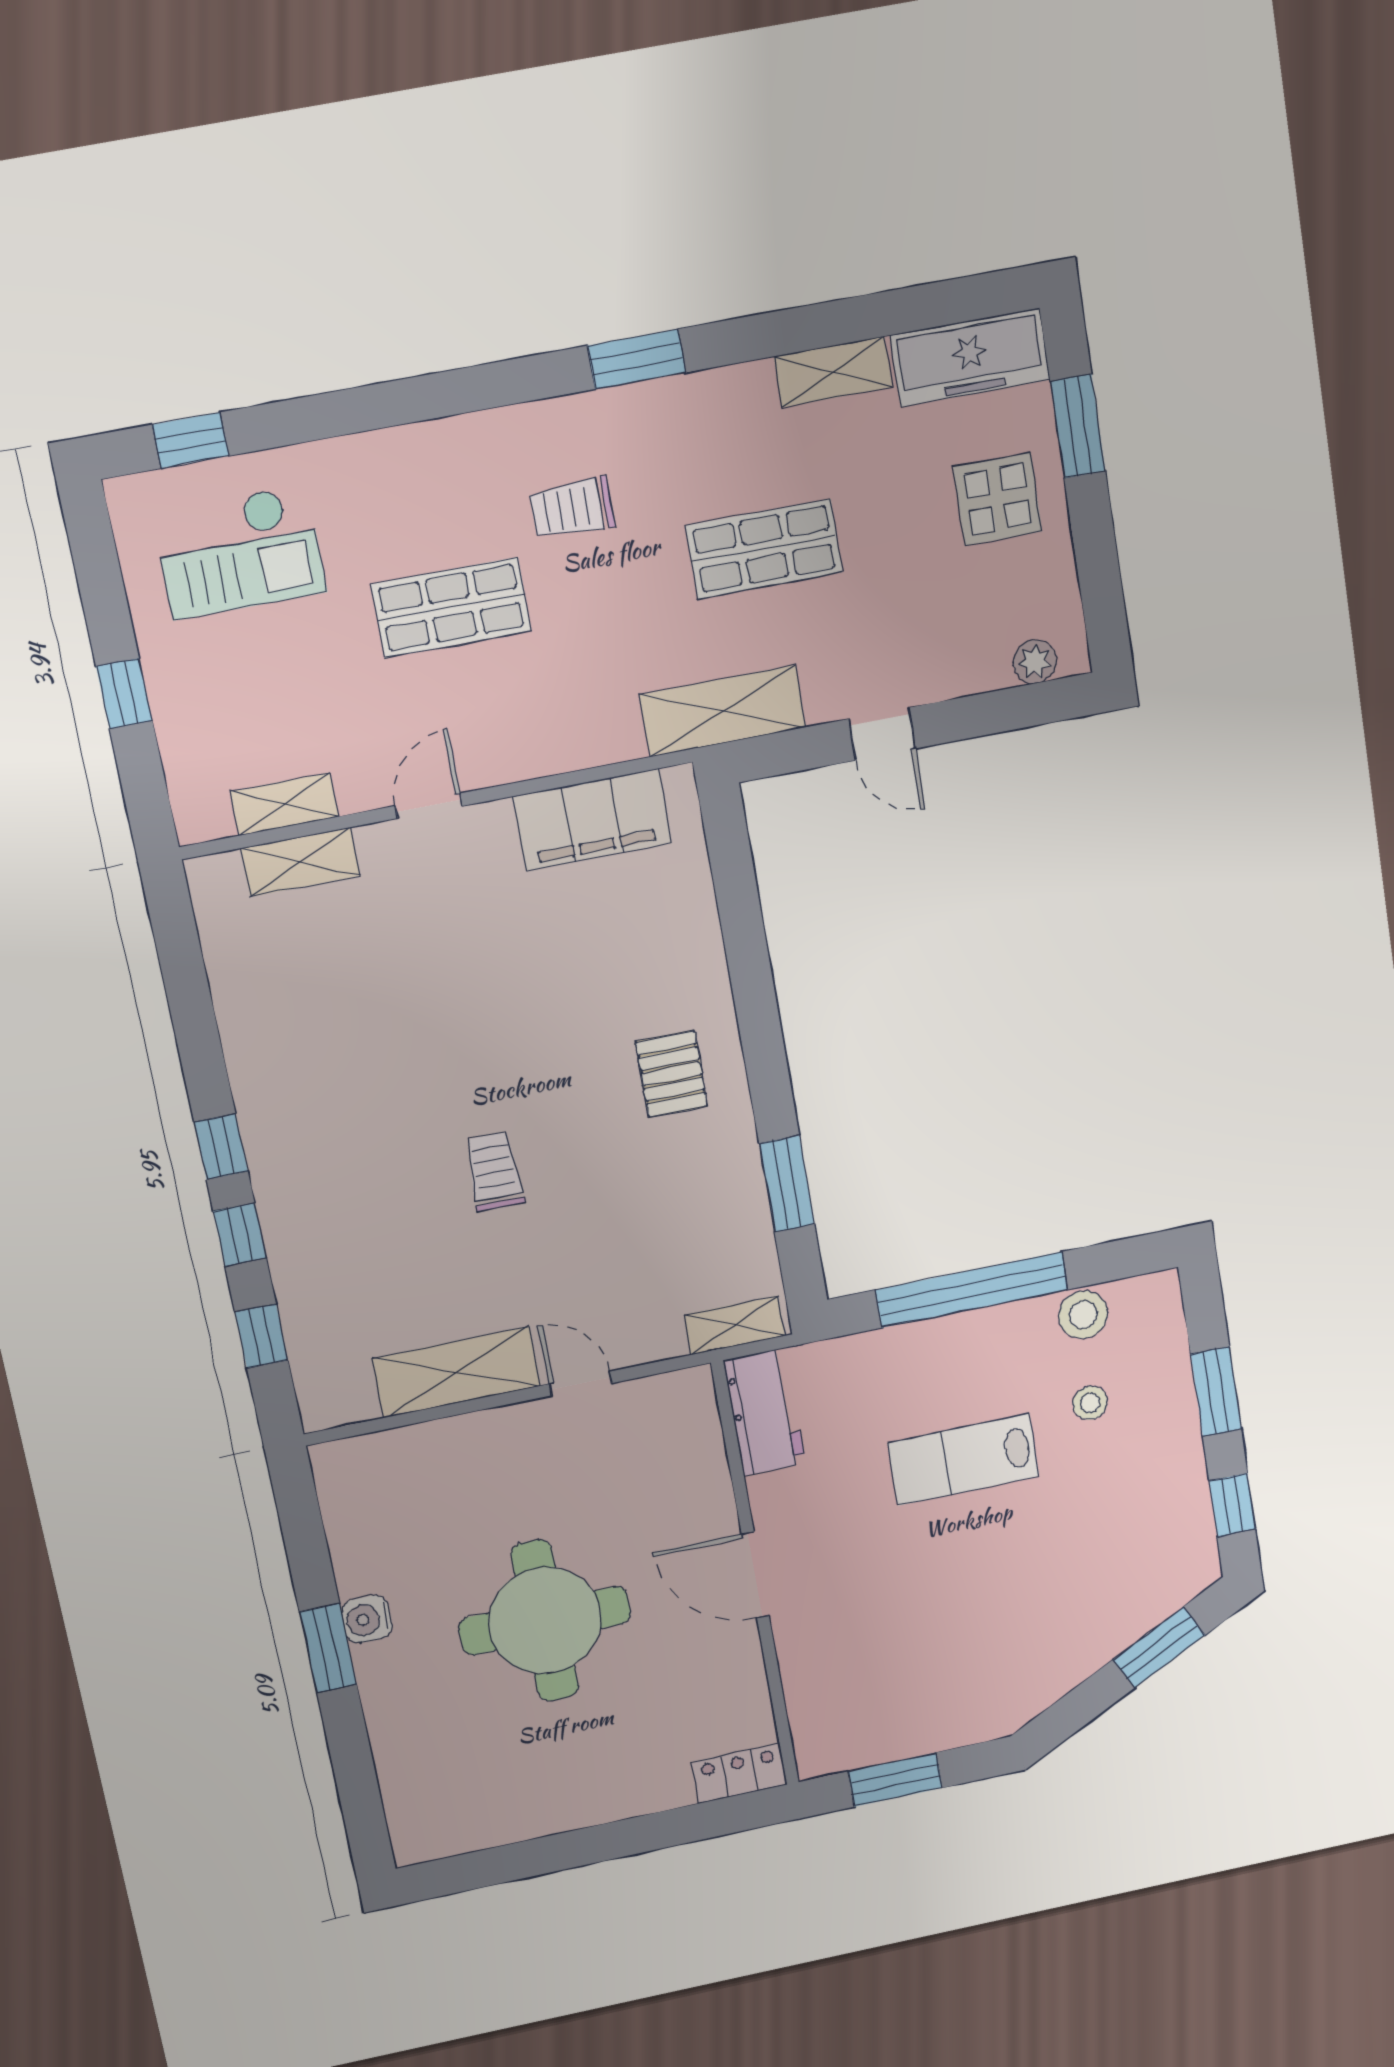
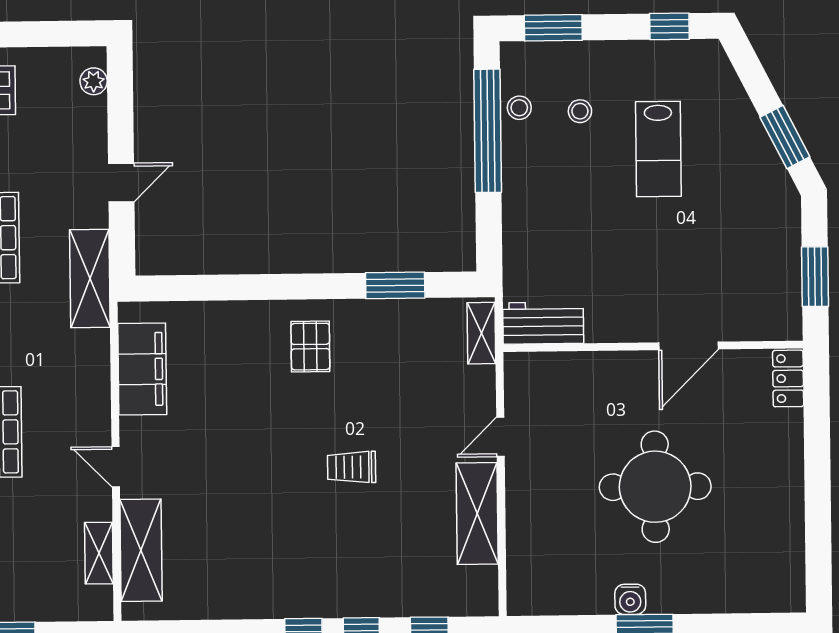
shelving: (300, 862) -> (141, 550), width x1.50, depth x1.33
pallet: (672, 1074) -> (310, 347), turned 90
window: (972, 1290) -> (488, 131), moved
stool: (1083, 1315) -> (519, 108), width x0.73, depth x0.73
window: (1216, 1392) -> (553, 28), moved
lab bench: (964, 1459) -> (658, 149), moved
door: (755, 1575) -> (689, 346), moved
window: (1159, 1647) -> (785, 137), moved

